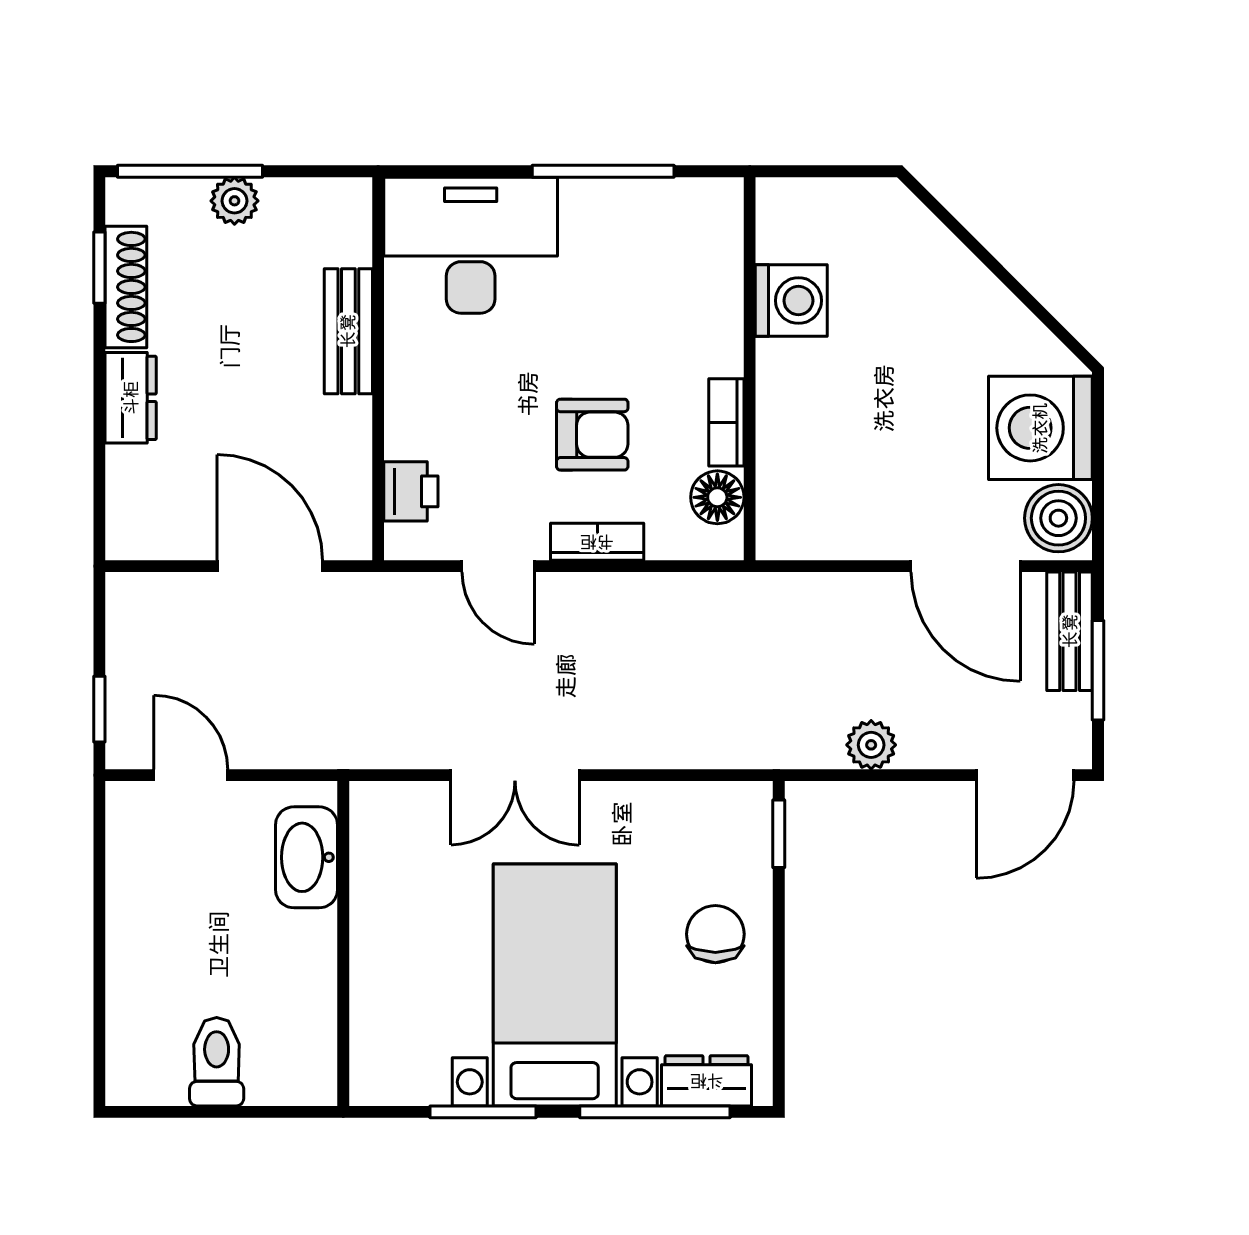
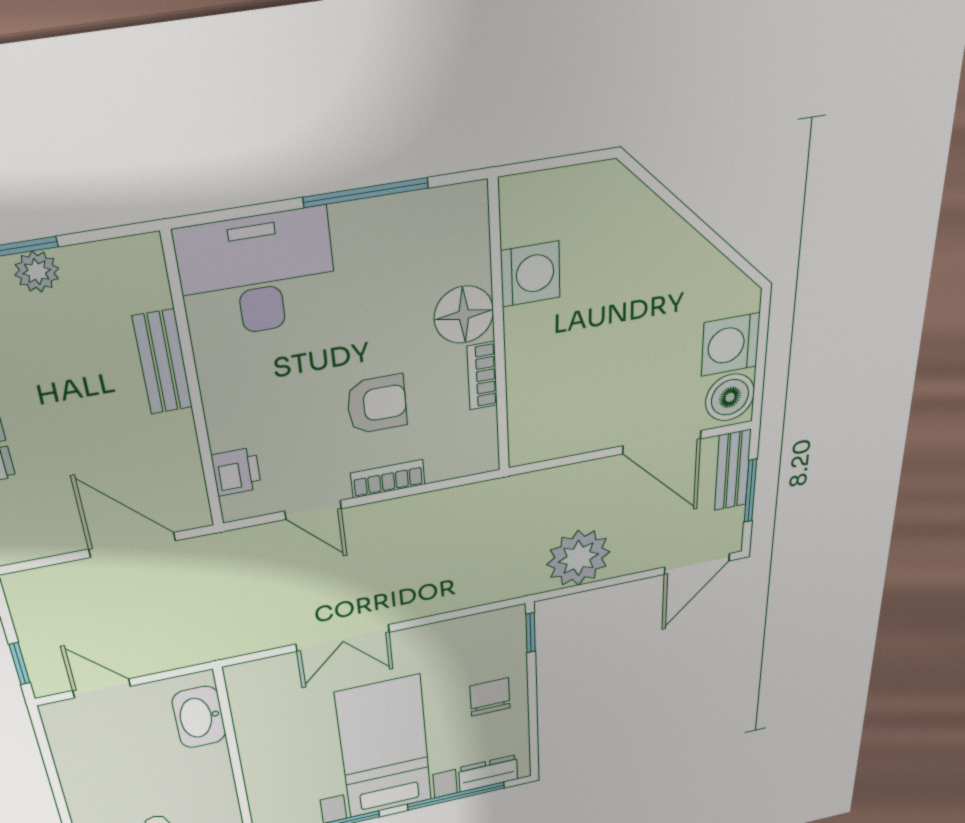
washing machine: (1040, 428) -> (731, 345), width x0.73, depth x0.73
floor lamp: (717, 497) -> (464, 315), moved, width x1.38, depth x1.38
plant: (871, 745) -> (578, 558), width x1.88, depth x1.88

